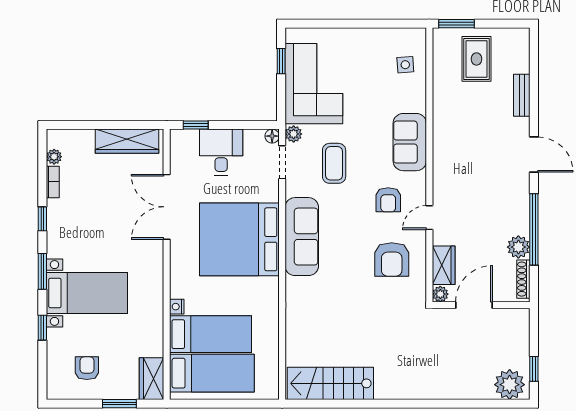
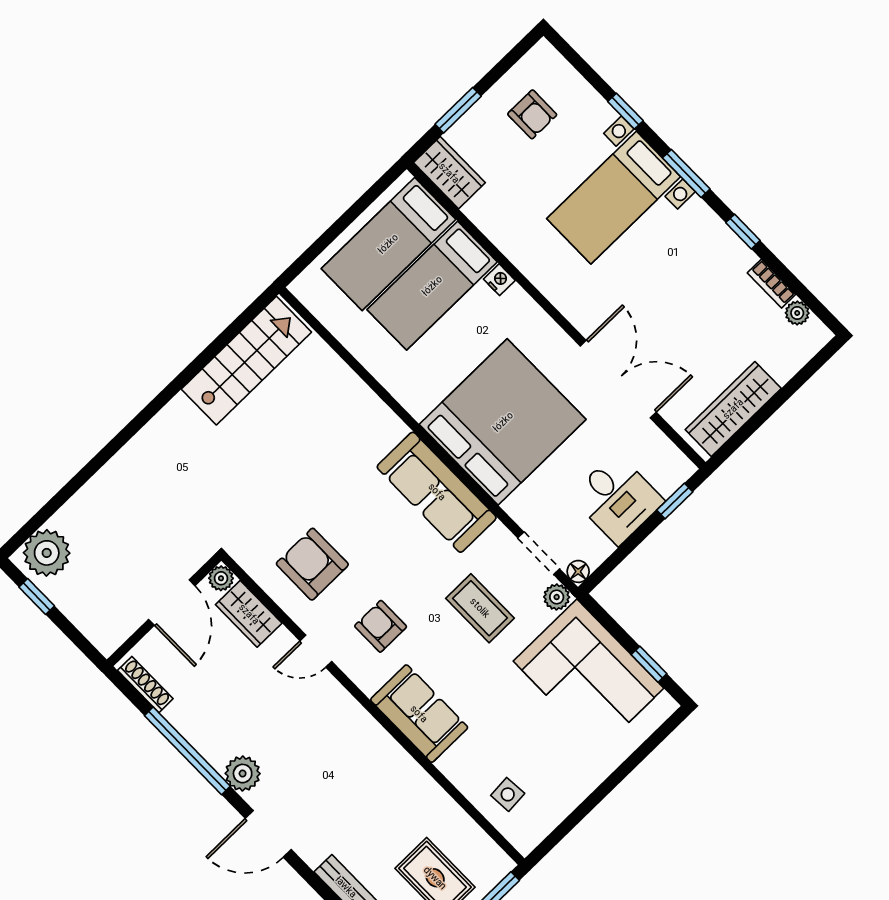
door: (429, 218) -> (316, 651), swing flipped
plant: (518, 247) -> (243, 774), moved

